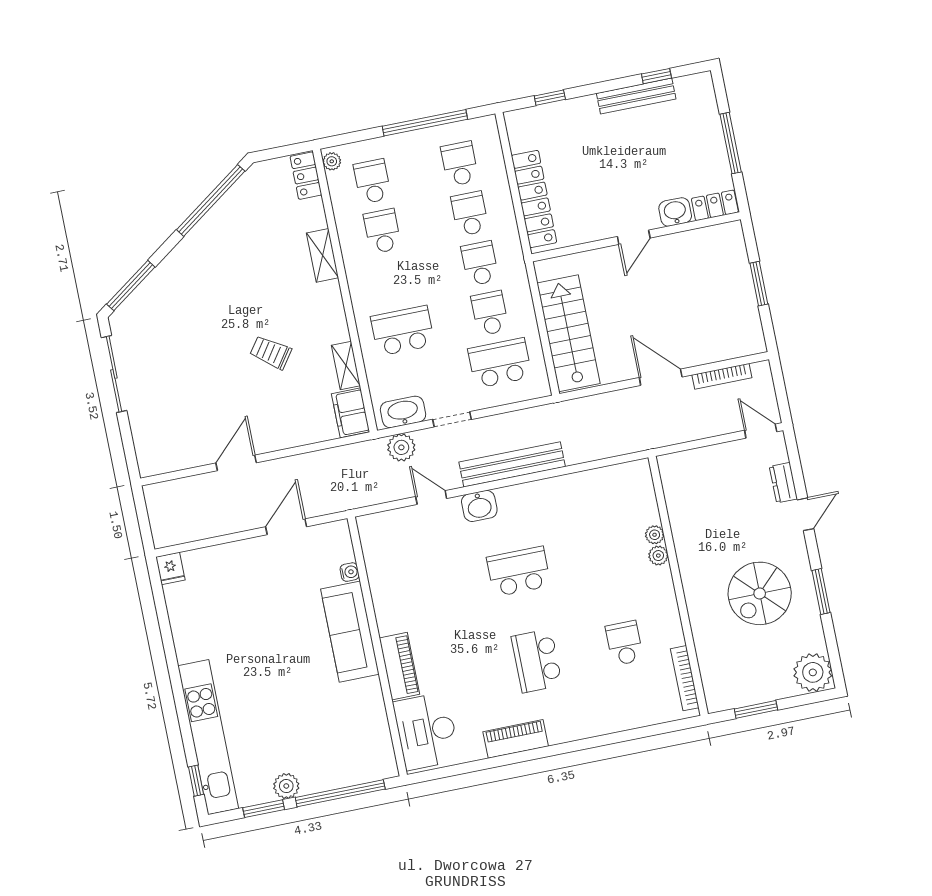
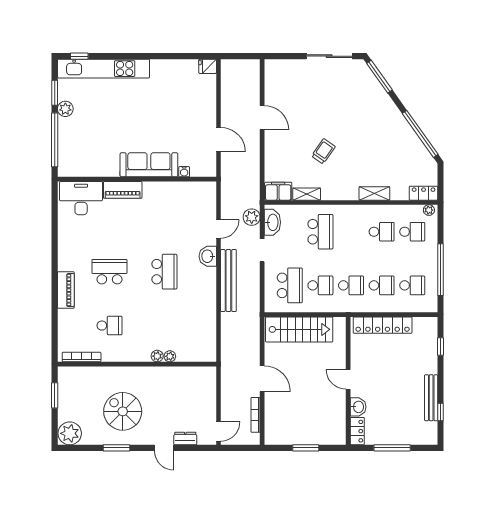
door: (661, 377) -> (262, 379), hinge flipped
piano: (516, 739) -> (66, 290), moved

